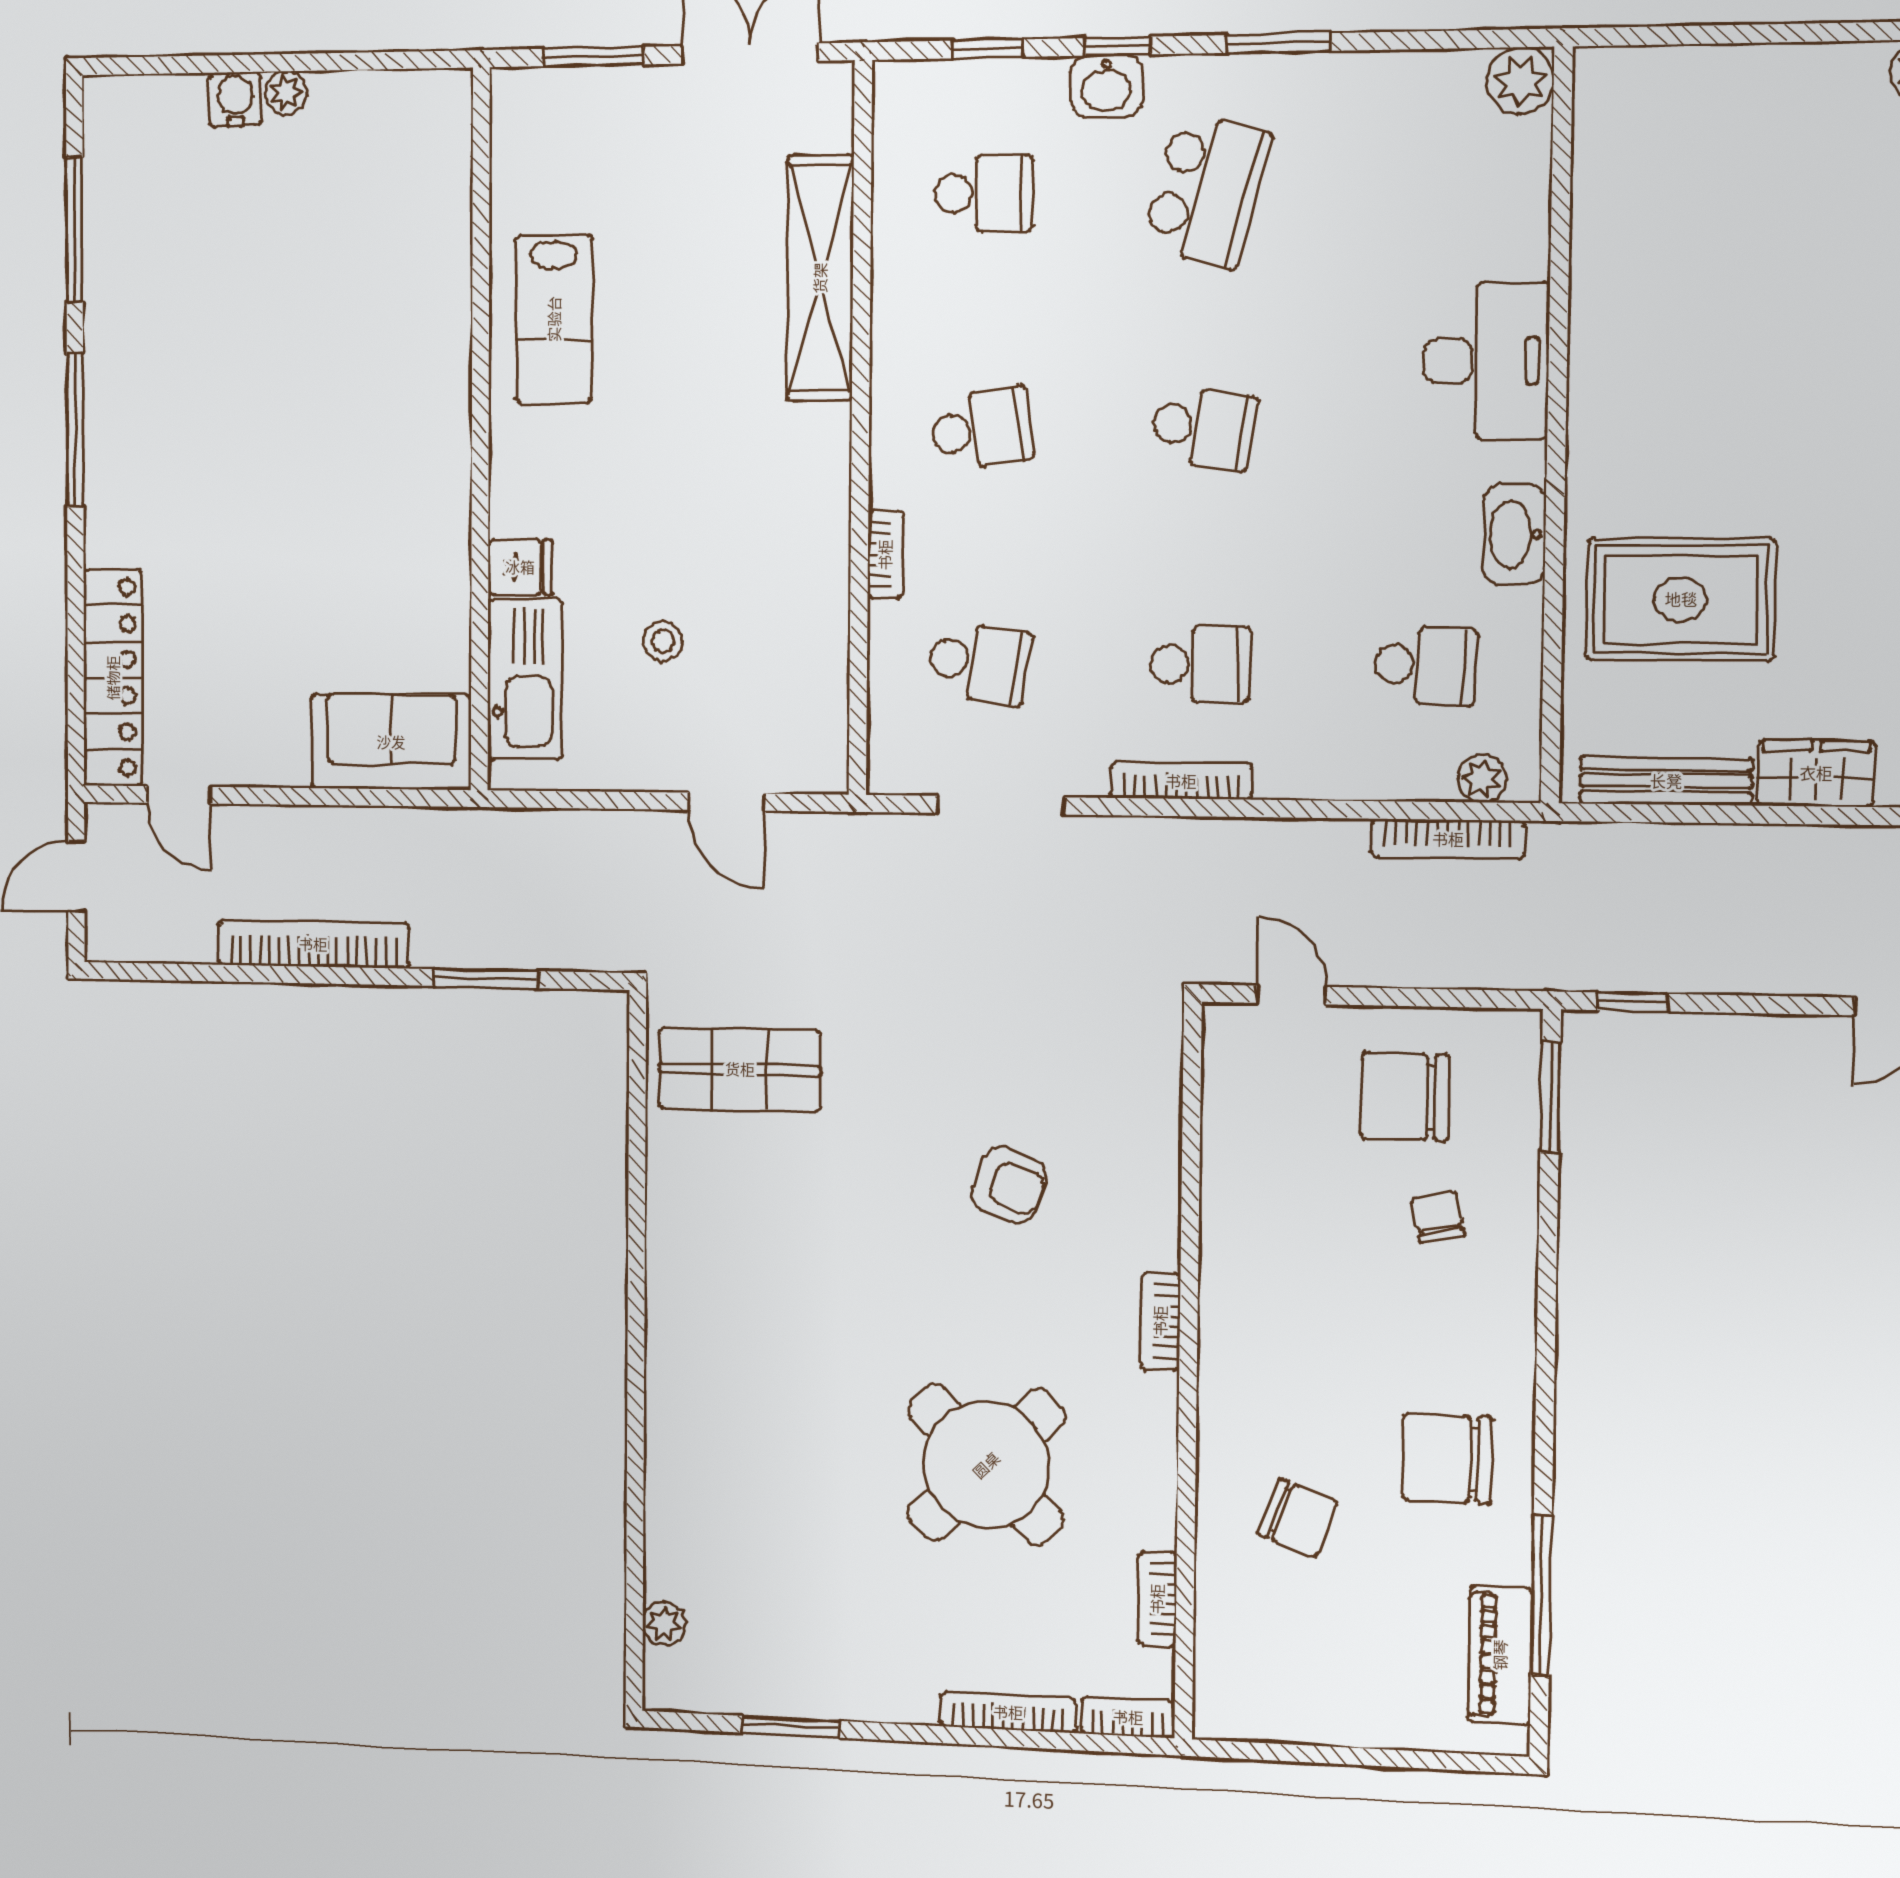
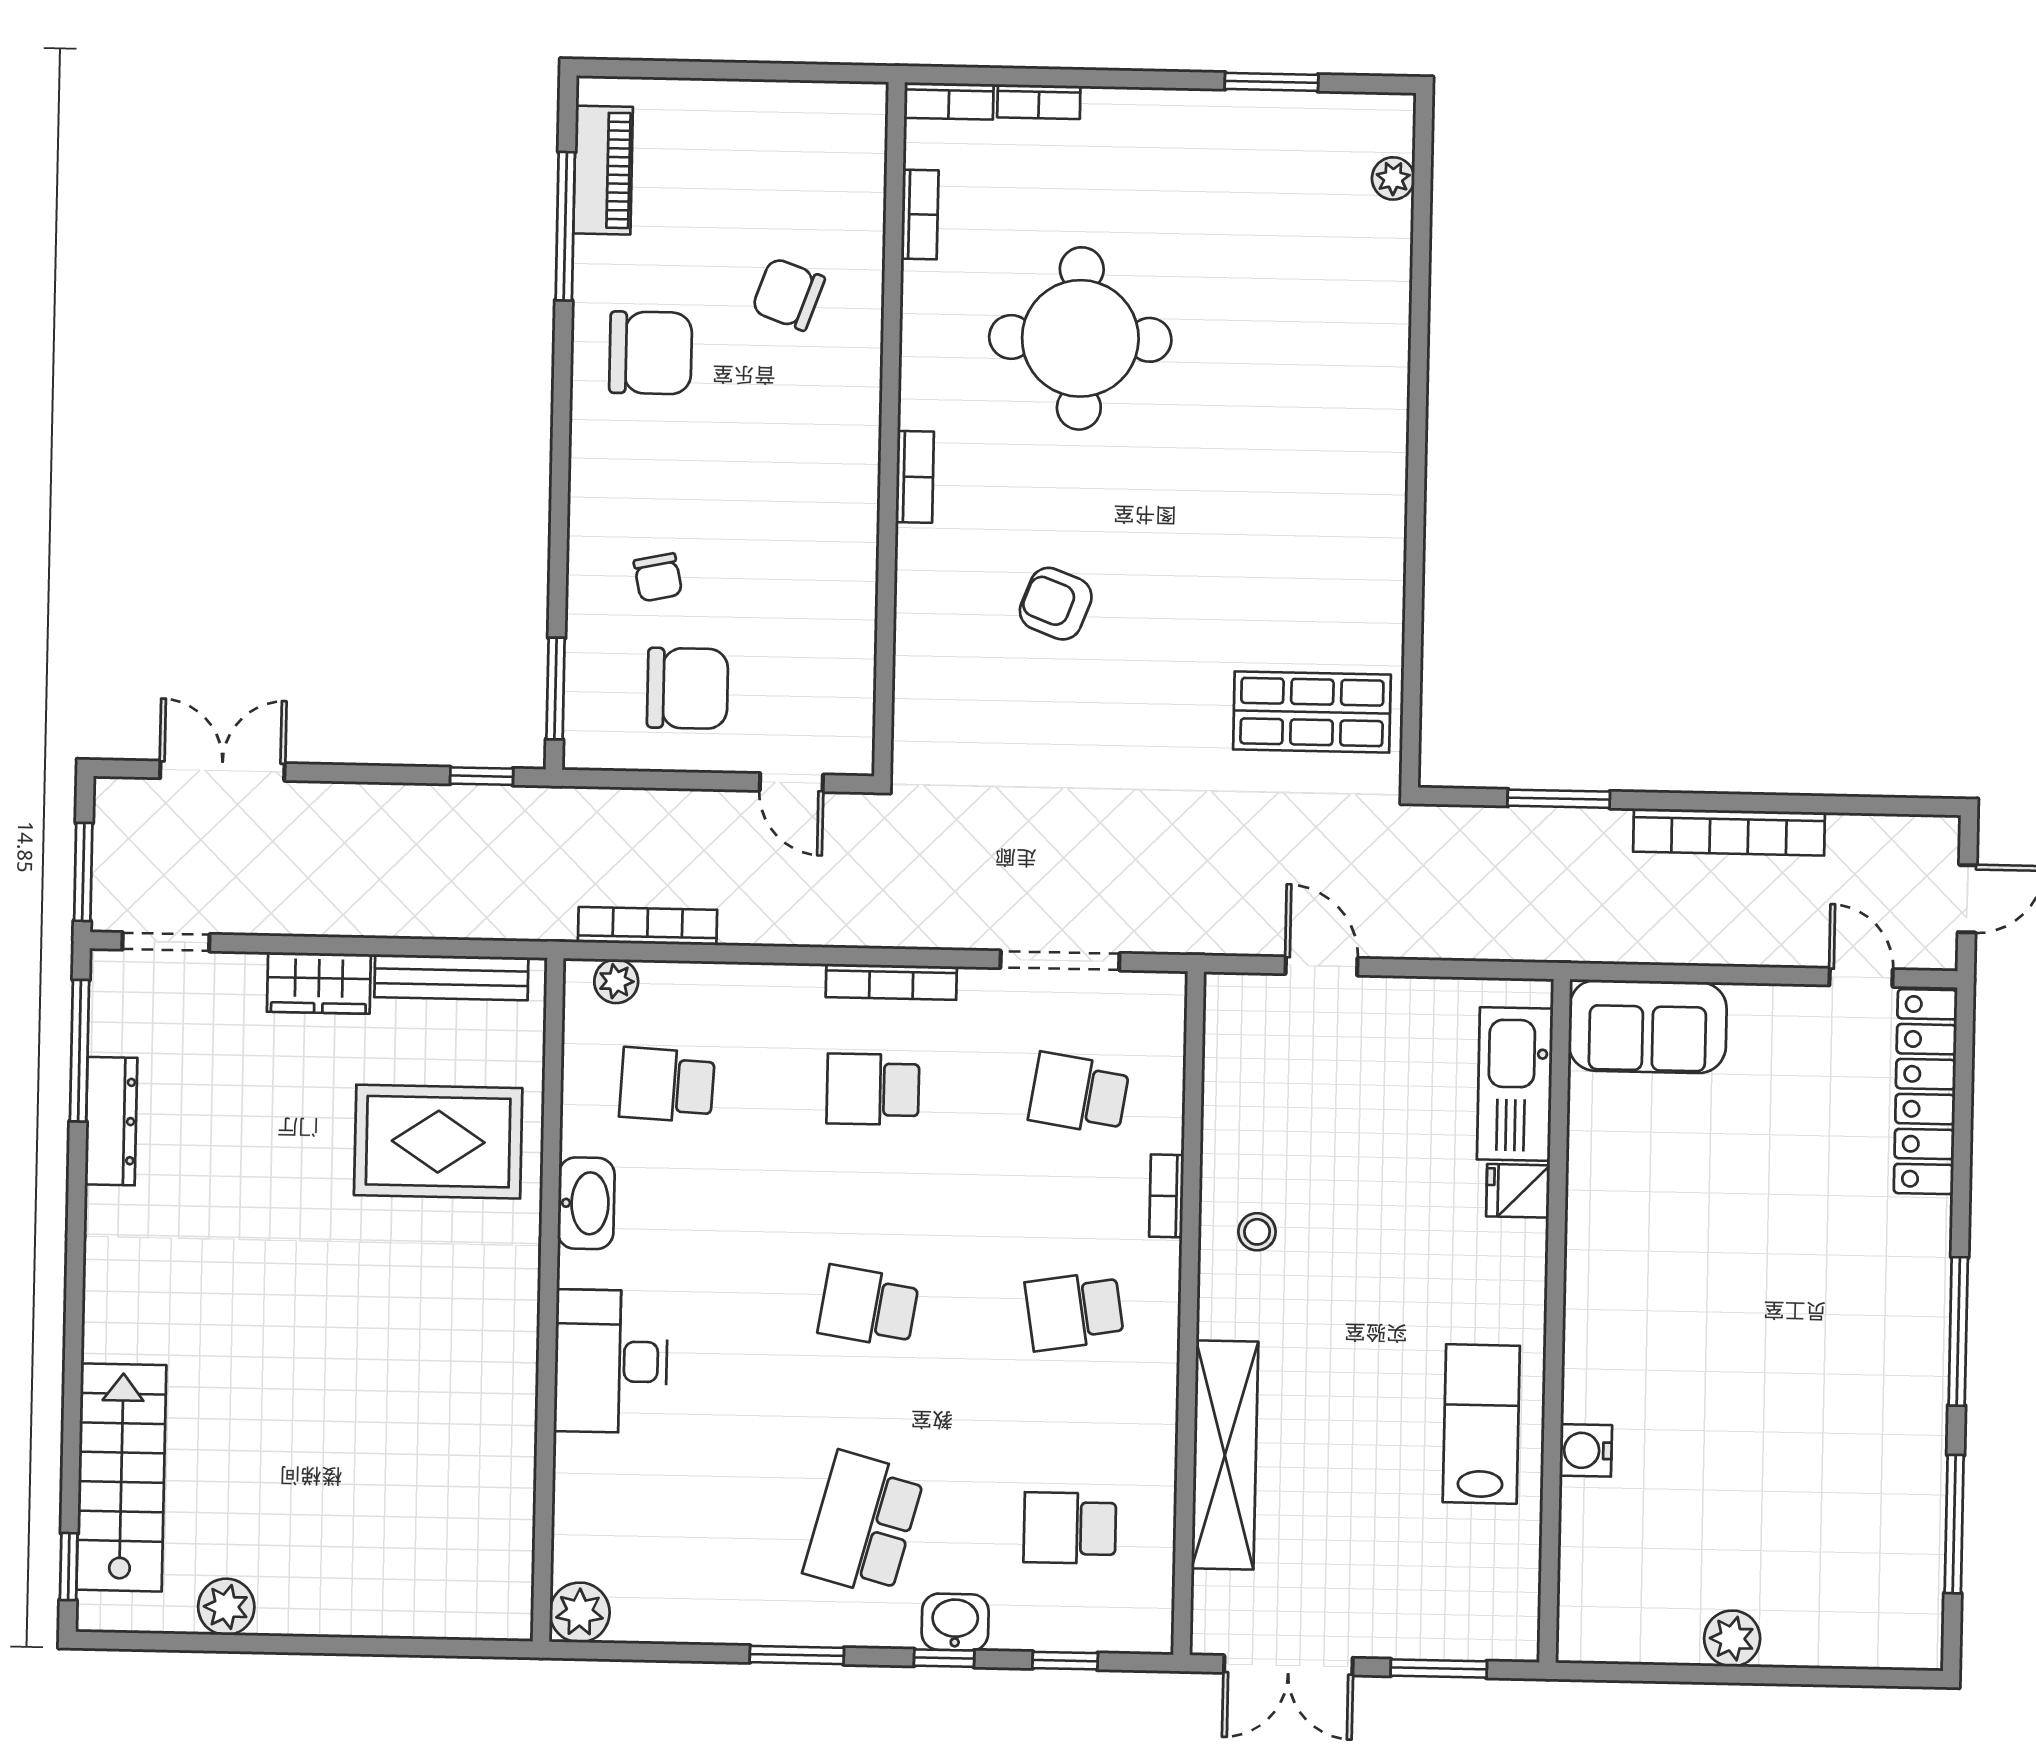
plant: (286, 93) -> (1732, 1639), width x1.38, depth x1.38
water cooler: (235, 99) -> (1586, 1450), moved, turned 90
stool: (663, 641) -> (1257, 1232), moved
round table: (986, 1465) -> (1080, 338), turned 45
bookcase: (1008, 1712) -> (1039, 102), width x0.64

